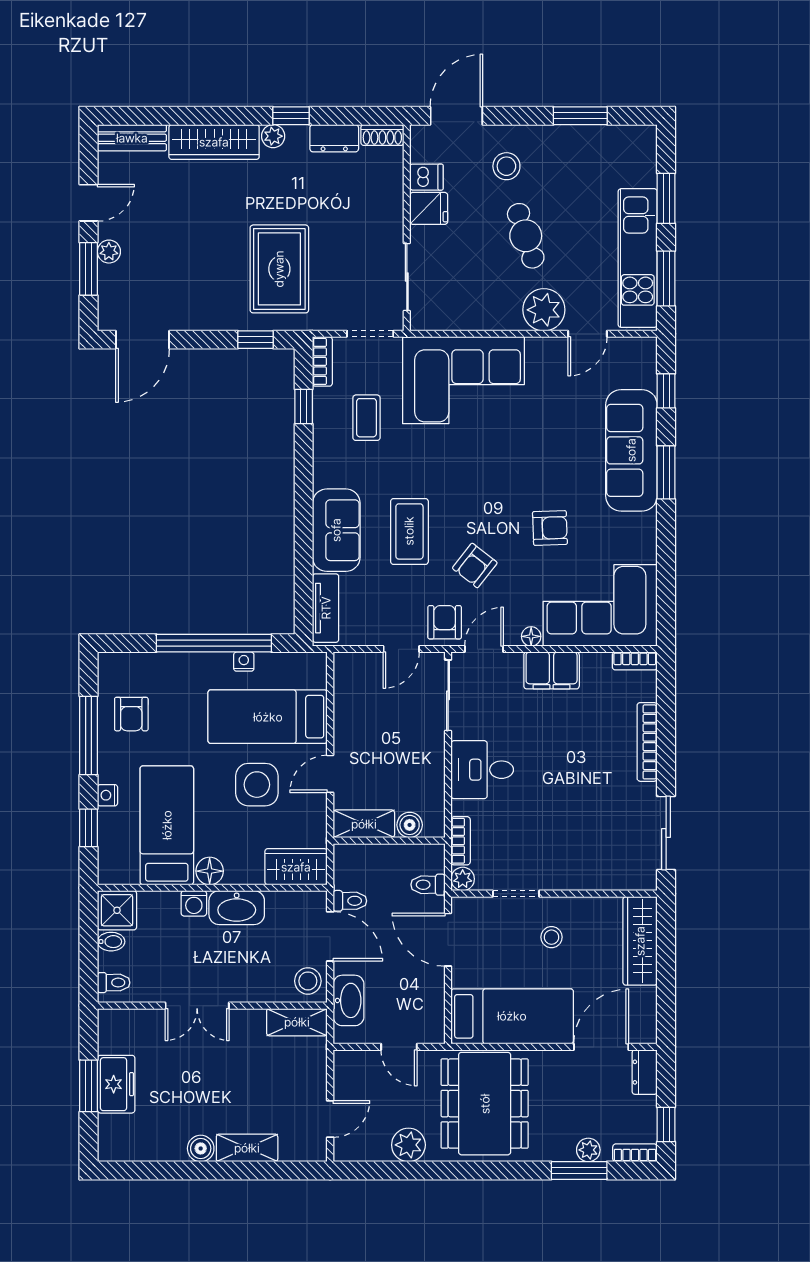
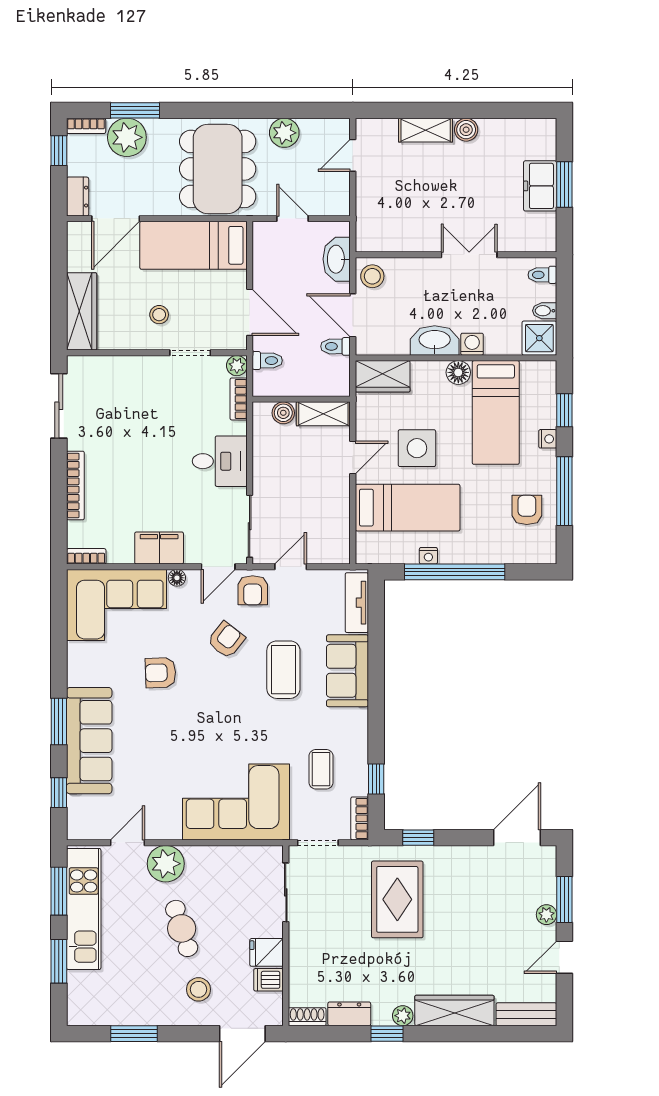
shelving: (297, 1022) -> (382, 240), removed
plant: (588, 1150) -> (127, 137), width x1.87, depth x1.87

